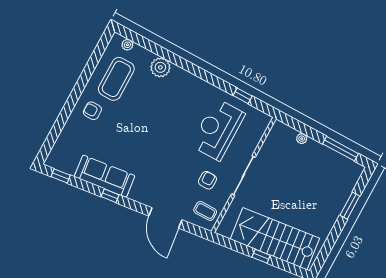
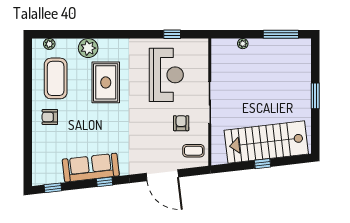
rug: (159, 107) -> (106, 82), added
reception desk: (218, 130) -> (166, 75), turned 180
window: (350, 206) -> (315, 96), moved

